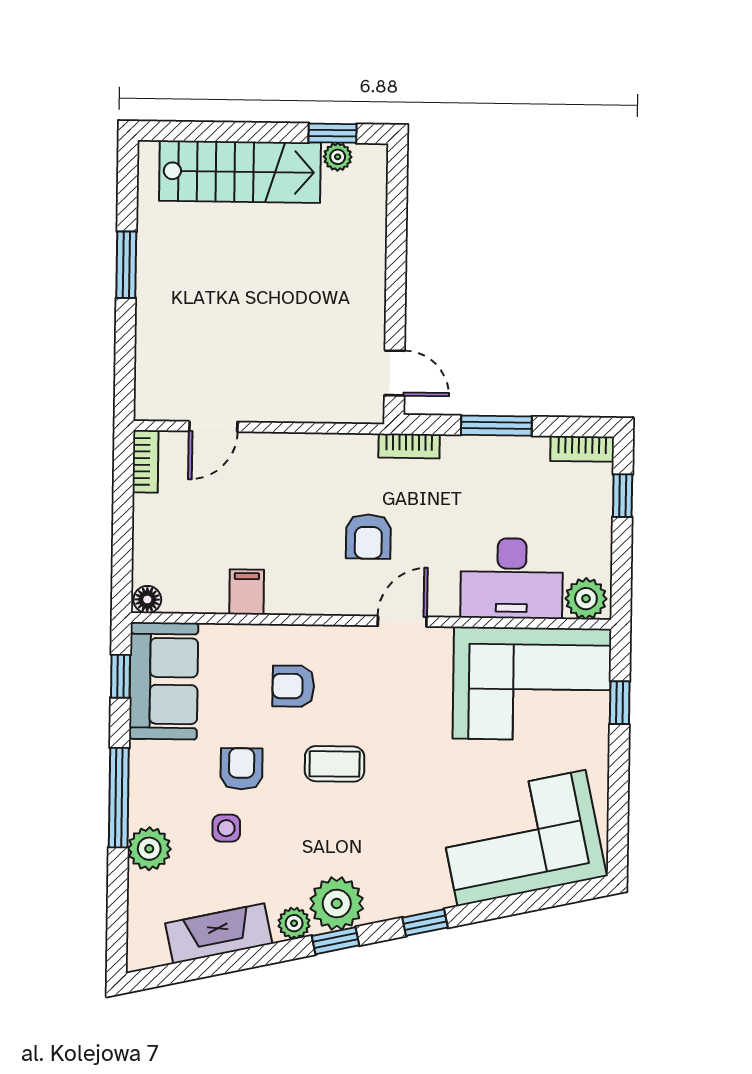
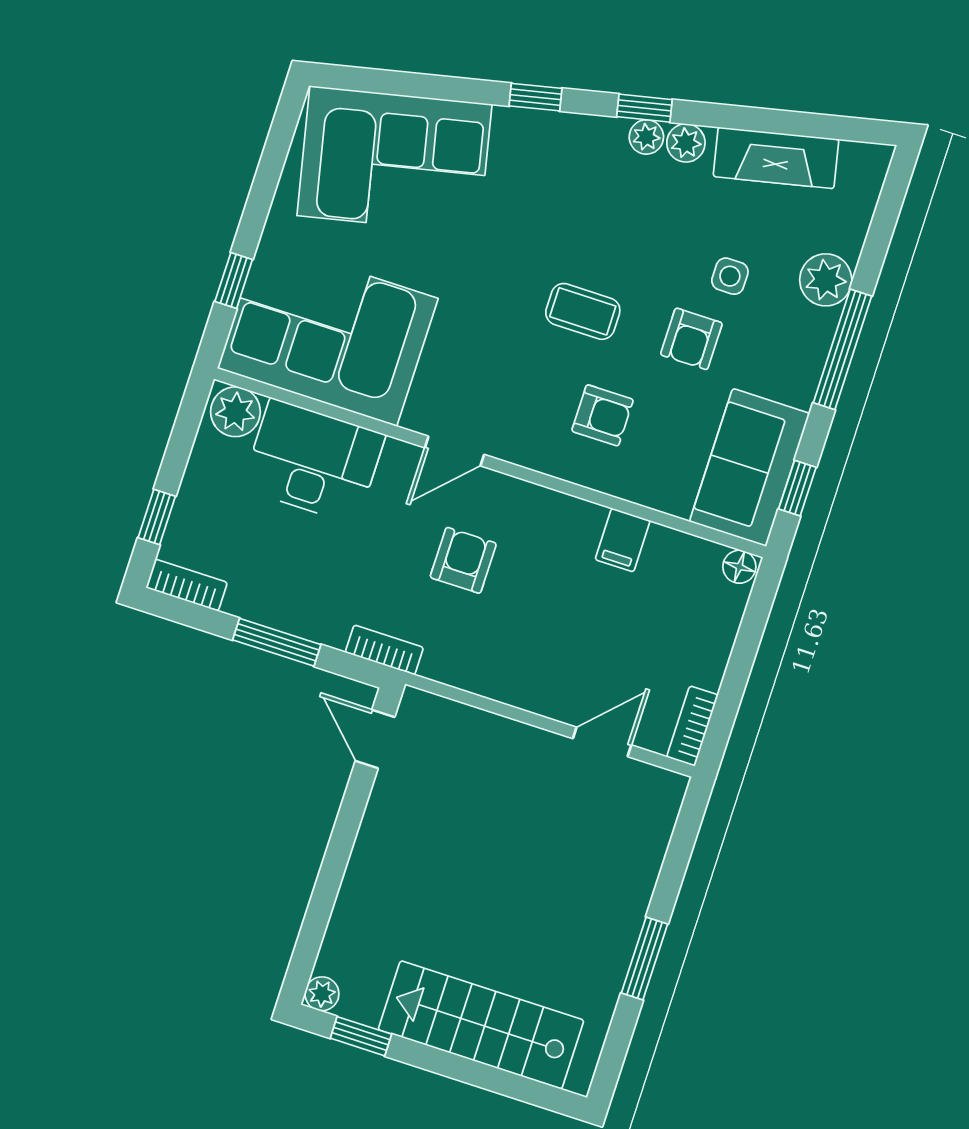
plant: (338, 157) -> (322, 994), moved
plant: (337, 903) -> (646, 137), width x0.53, depth x0.53

